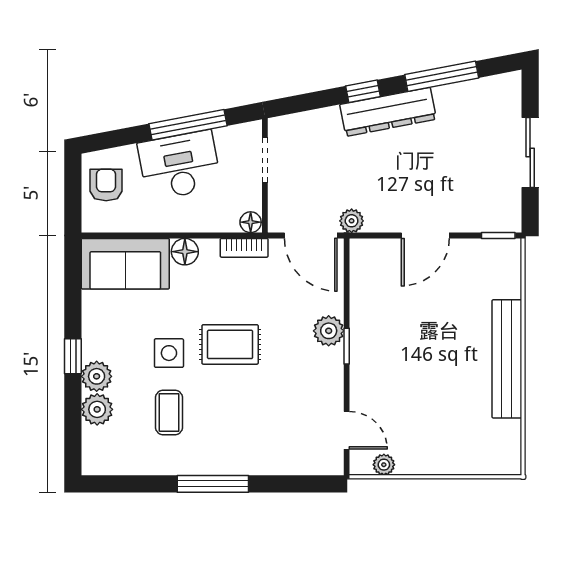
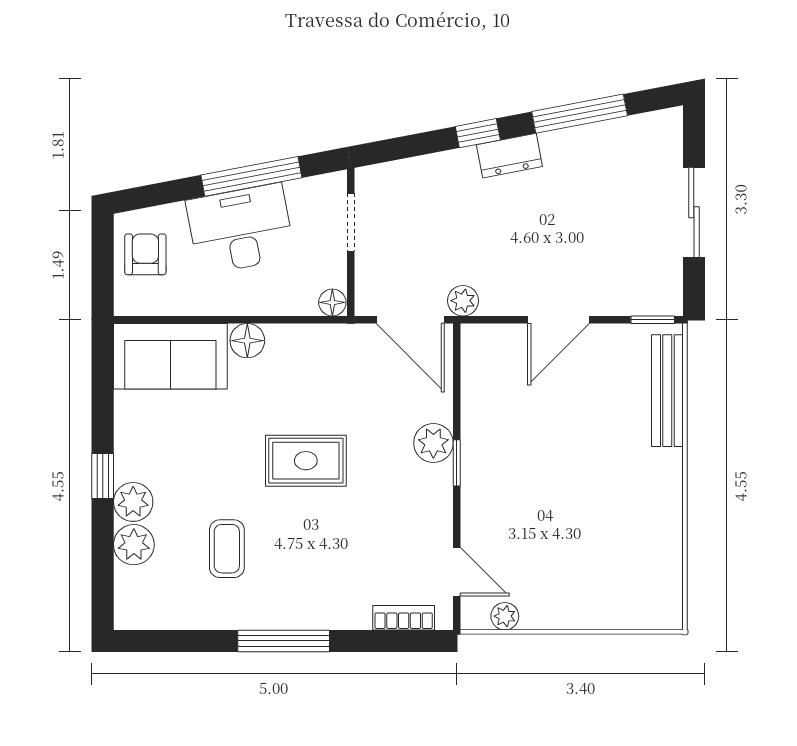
dresser: (388, 112) -> (509, 156), width x0.51, depth x0.80
bookcase: (244, 248) -> (404, 618), moved, turned 180
side table: (169, 353) -> (227, 472), removed
bench: (507, 359) -> (667, 391), moved, width x0.73, depth x0.82

